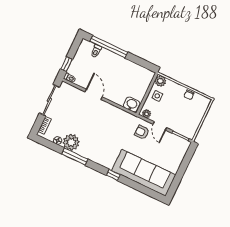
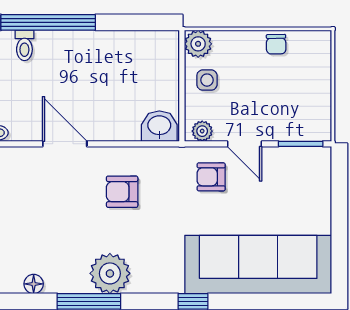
armchair: (106, 122) -> (122, 192), added
plant: (71, 142) -> (110, 273), moved

